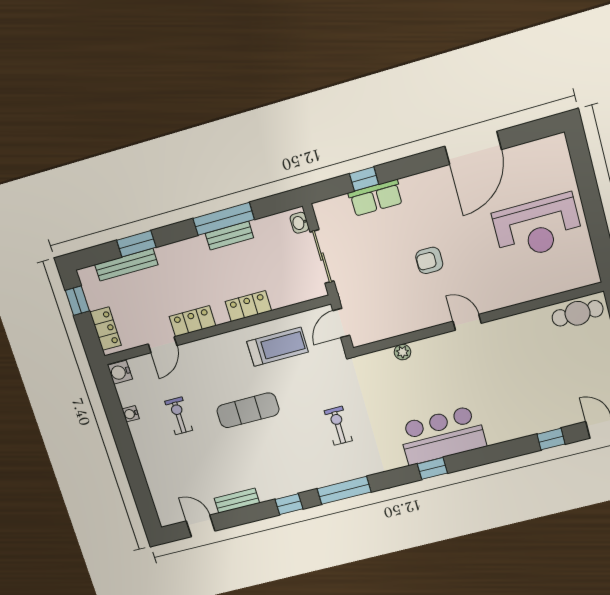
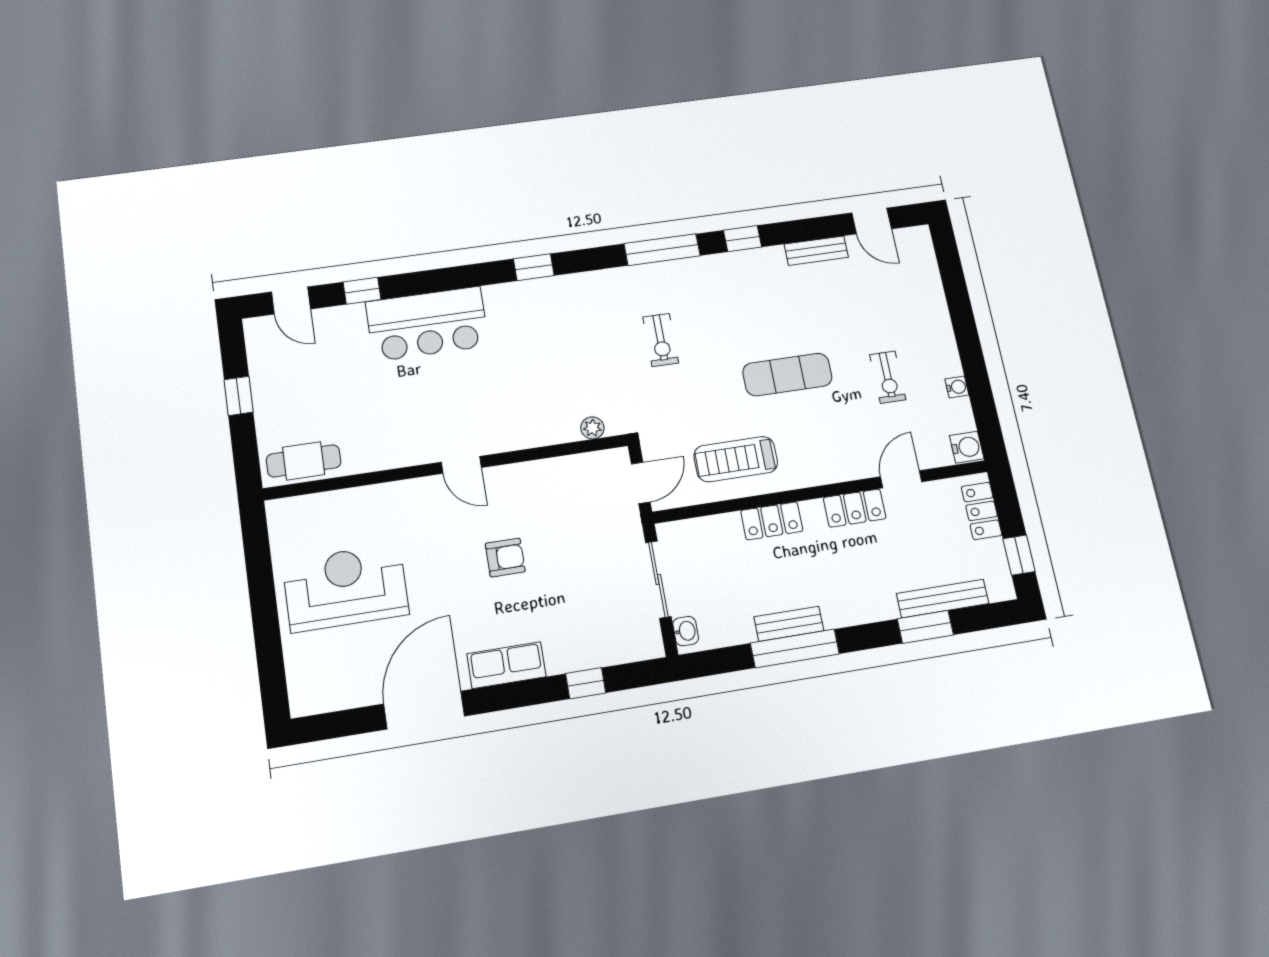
row of seats: (376, 198) -> (506, 665), moved
plant: (402, 352) -> (592, 428), moved
bar counter: (442, 435) -> (427, 324), moved

